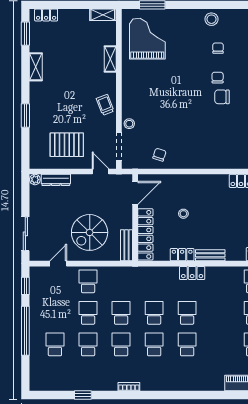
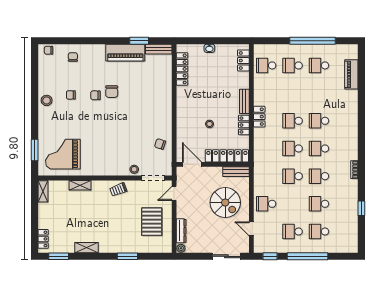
school desk: (88, 313) -> (293, 231), moved

